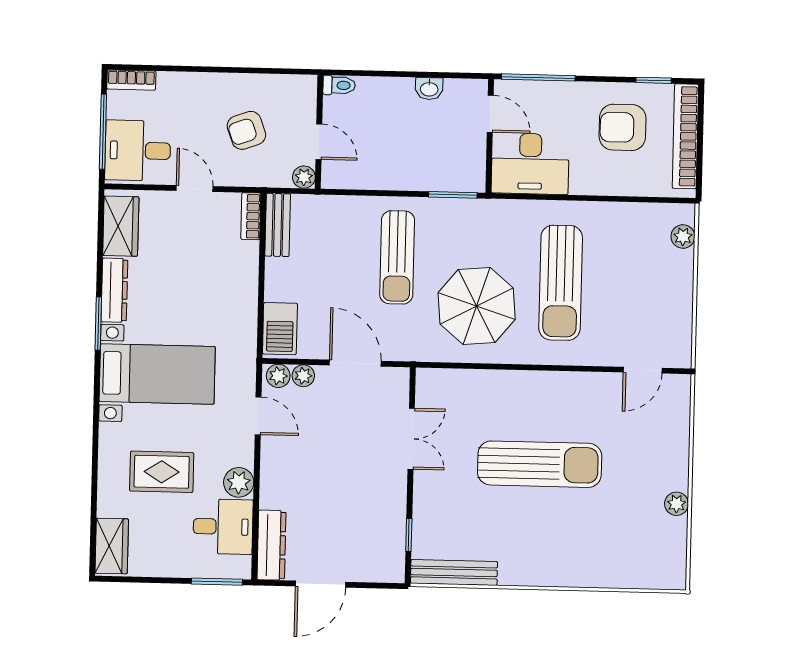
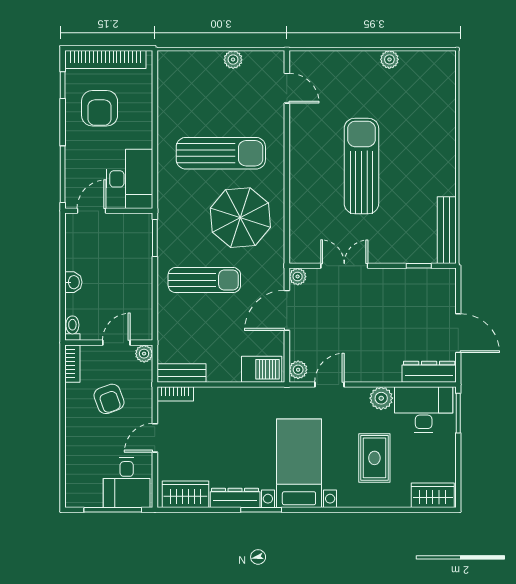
bookcase: (131, 80) -> (72, 364), moved
washbasin: (429, 89) -> (73, 282), moved
plant: (683, 237) -> (233, 60), moved
plant: (303, 376) -> (298, 277), moved
desk: (223, 527) -> (424, 410), width x1.37

